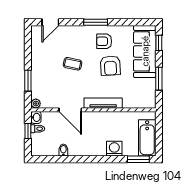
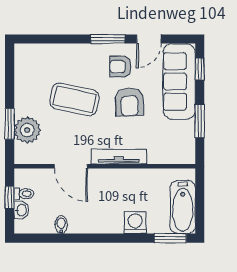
door: (50, 22) -> (149, 39), moved
coffee table: (73, 64) -> (74, 99), width x1.86, depth x1.72
plant: (36, 104) -> (27, 130), moved, width x1.88, depth x1.88
washbasin: (36, 117) -> (21, 210), moved

